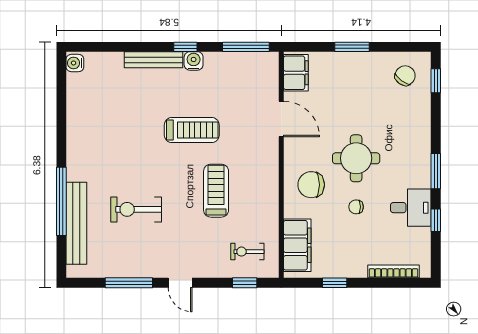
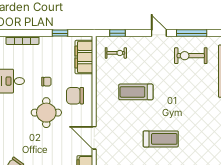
treadmill: (192, 130) -> (161, 139), moved, turned 180
chair: (311, 185) -> (75, 96), turned 180
treadmill: (216, 191) -> (136, 92), turned 90
exercise bike: (136, 209) -> (191, 56), moved, turned 180

